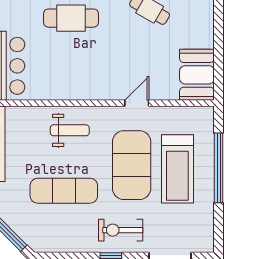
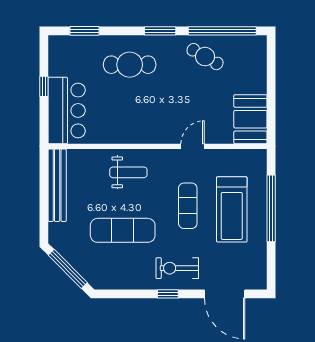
exercise mat: (132, 165) -> (188, 206), width x0.50, depth x0.69

